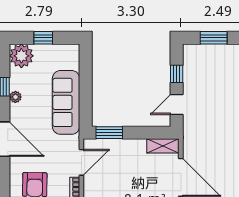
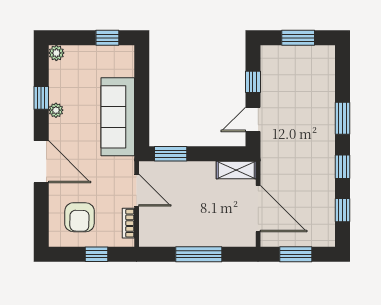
window: (43, 38) -> (107, 38), moved
plant: (21, 56) -> (56, 53), width x0.53, depth x0.53
door: (81, 162) -> (137, 190), hinge flipped

